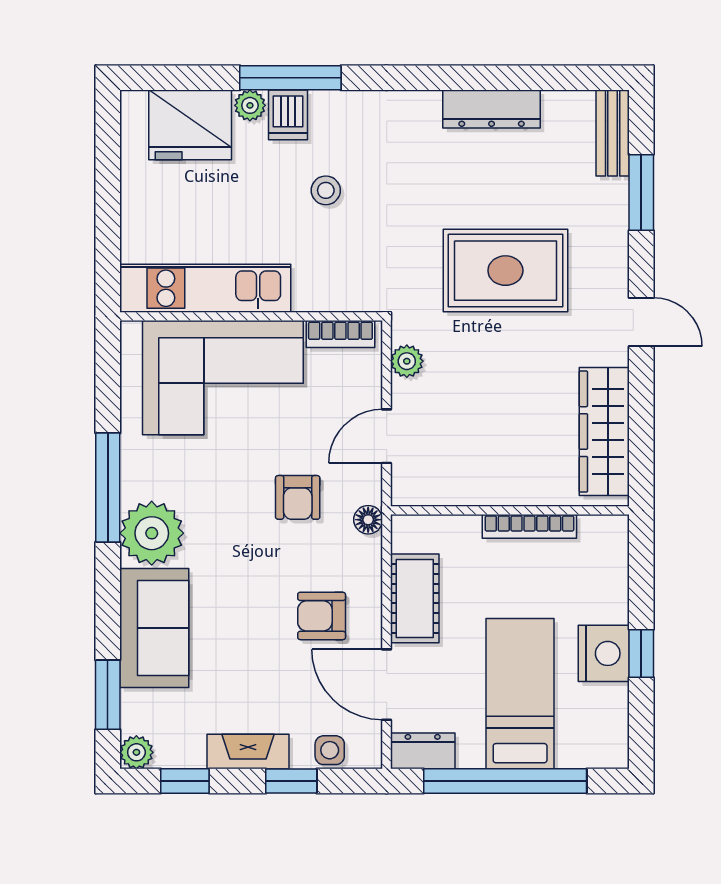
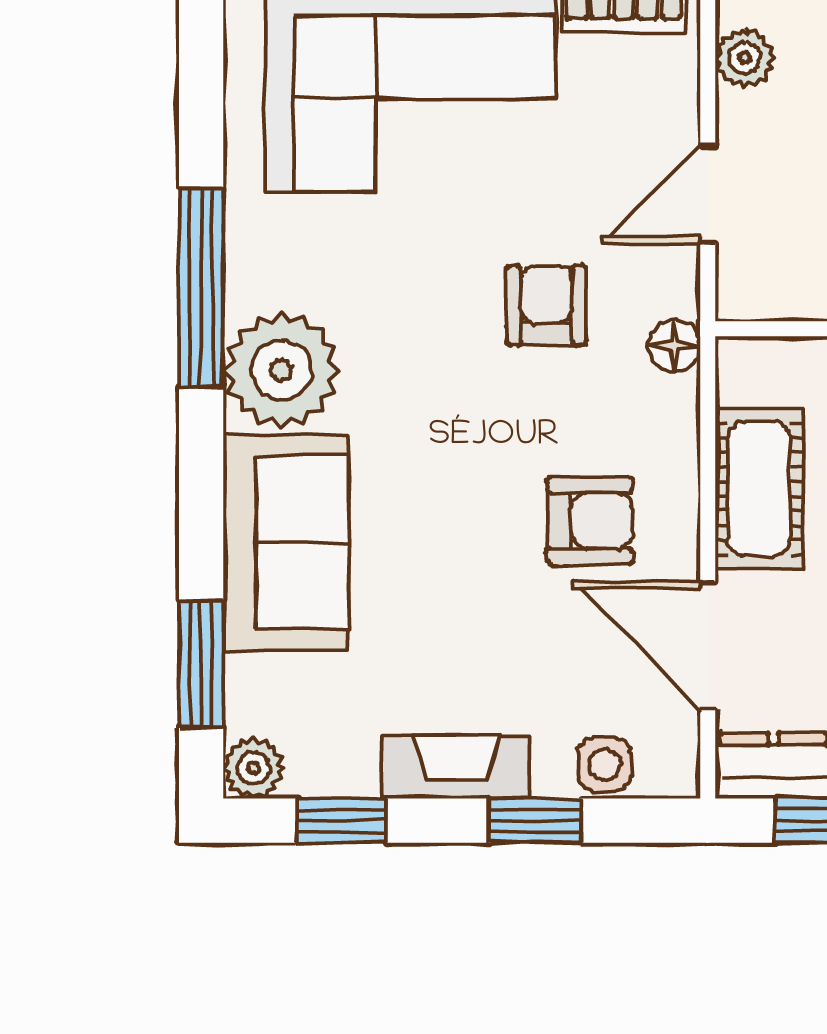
armchair: (298, 497) -> (546, 305), turned 180
armchair: (322, 616) -> (590, 521), turned 180

